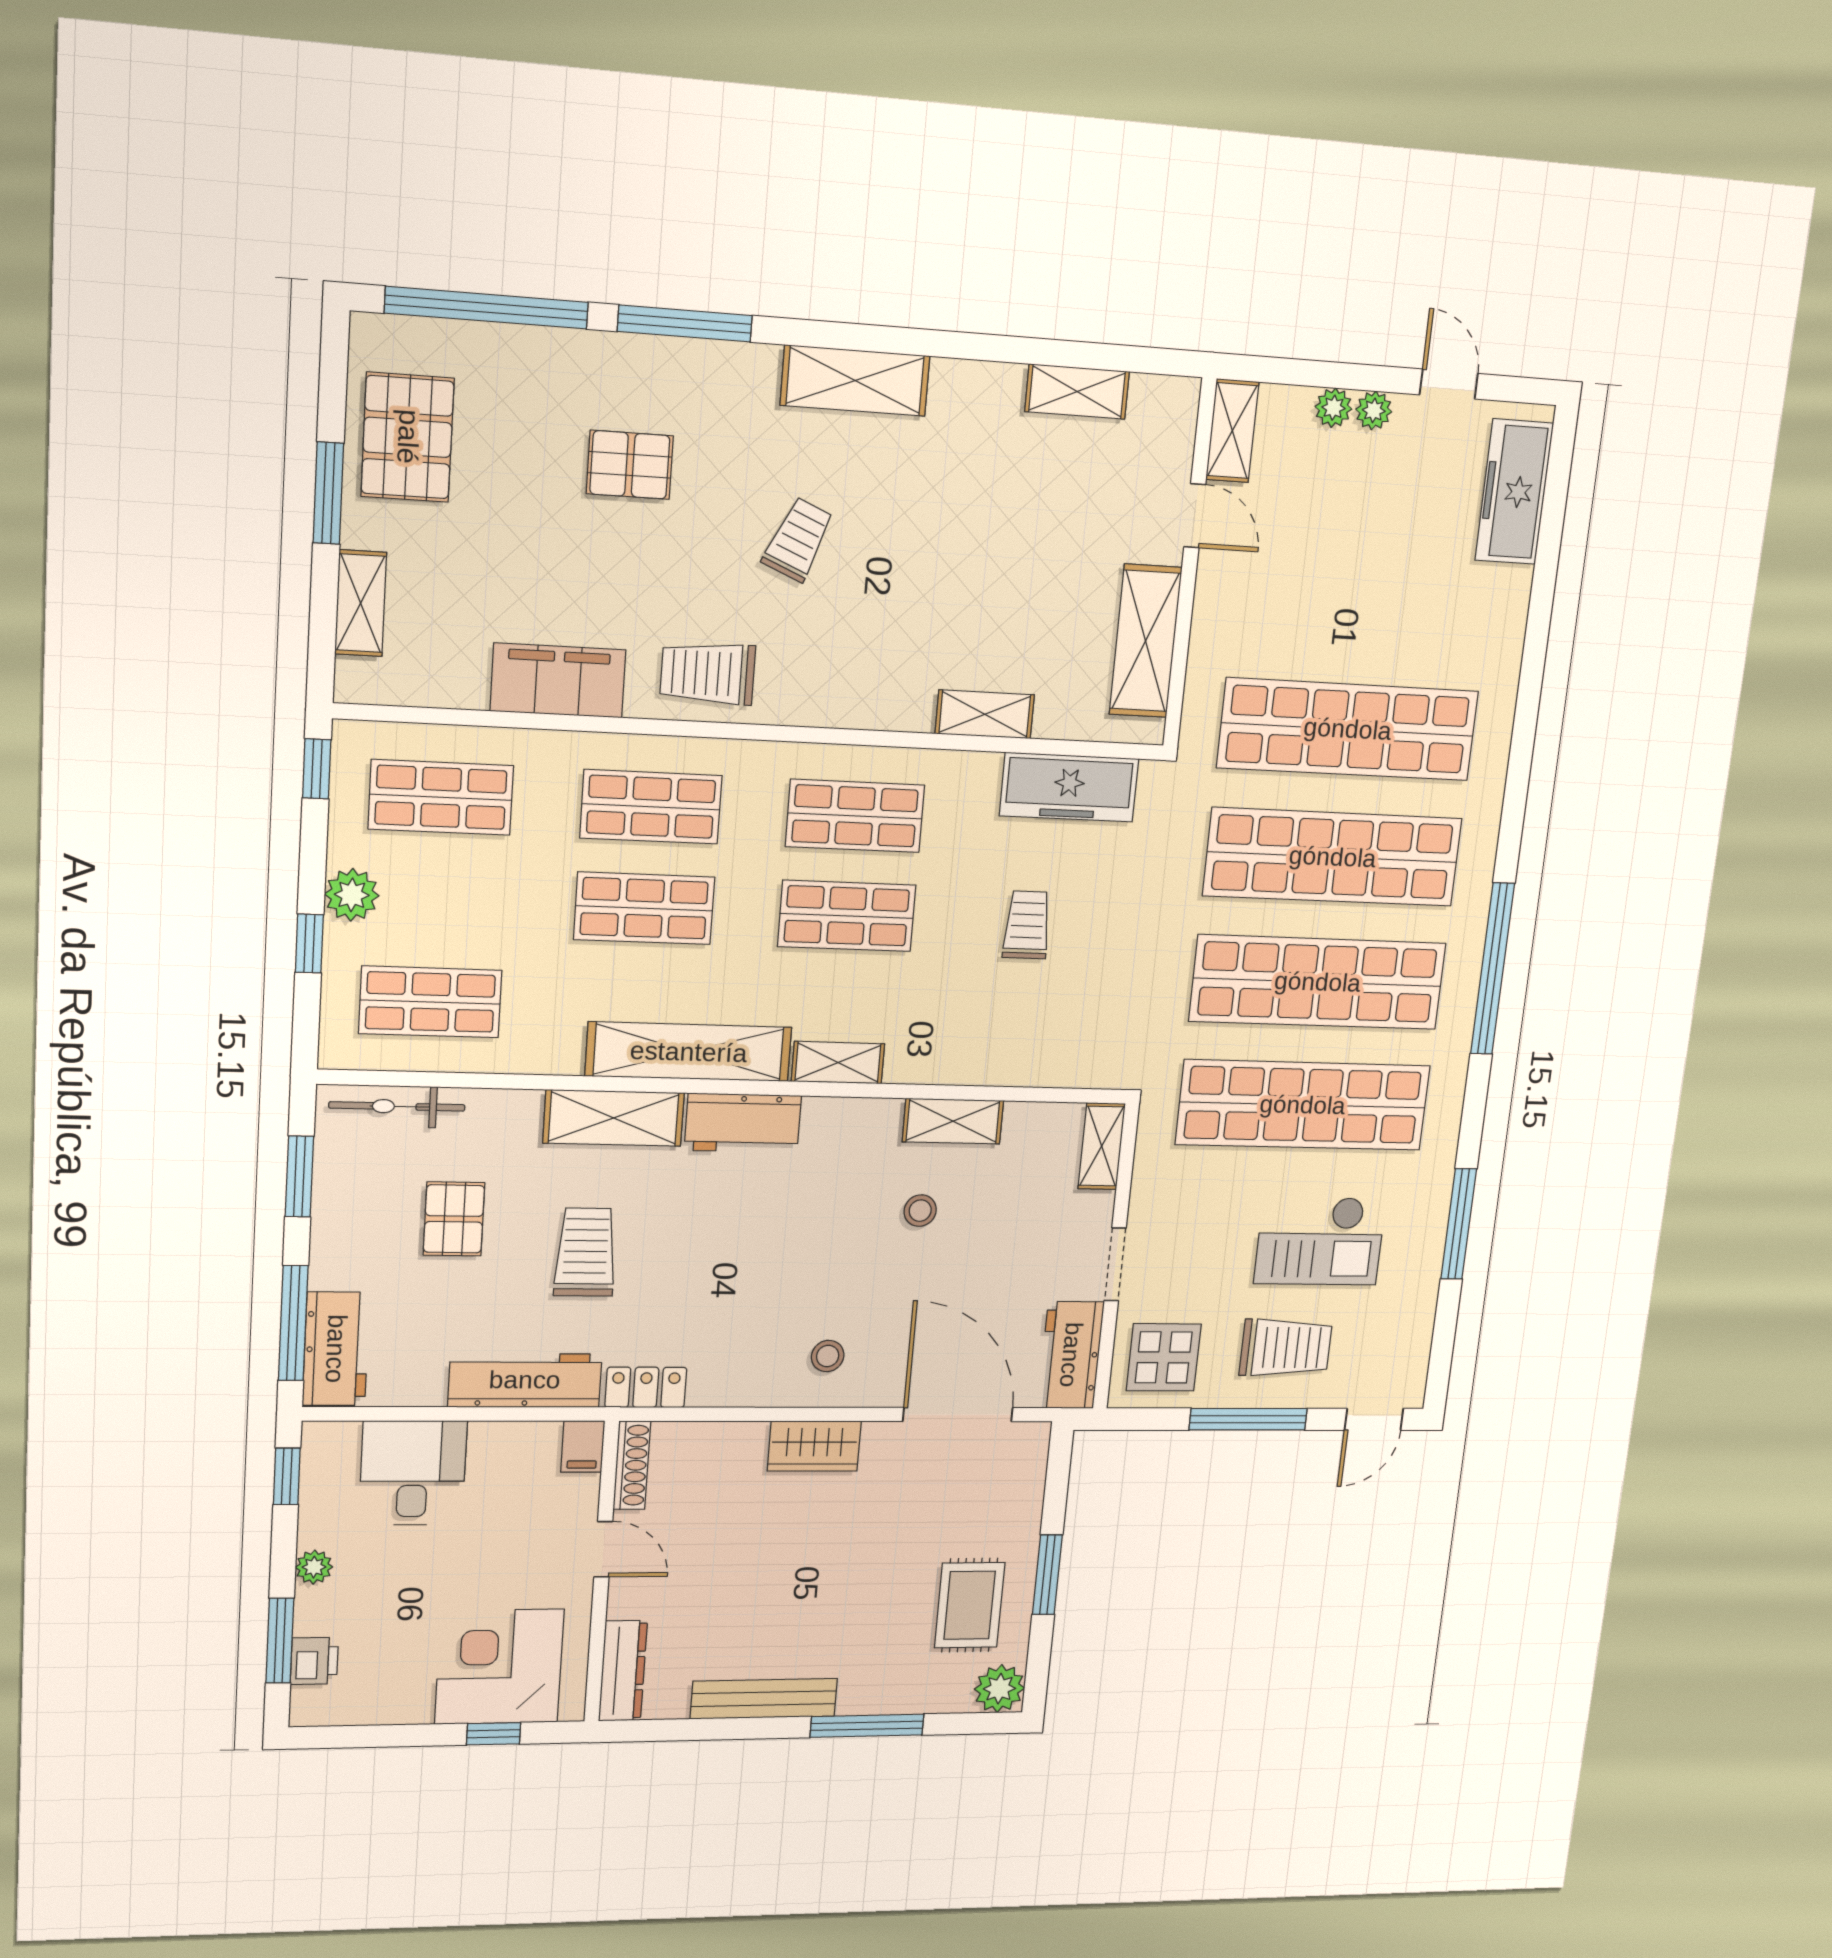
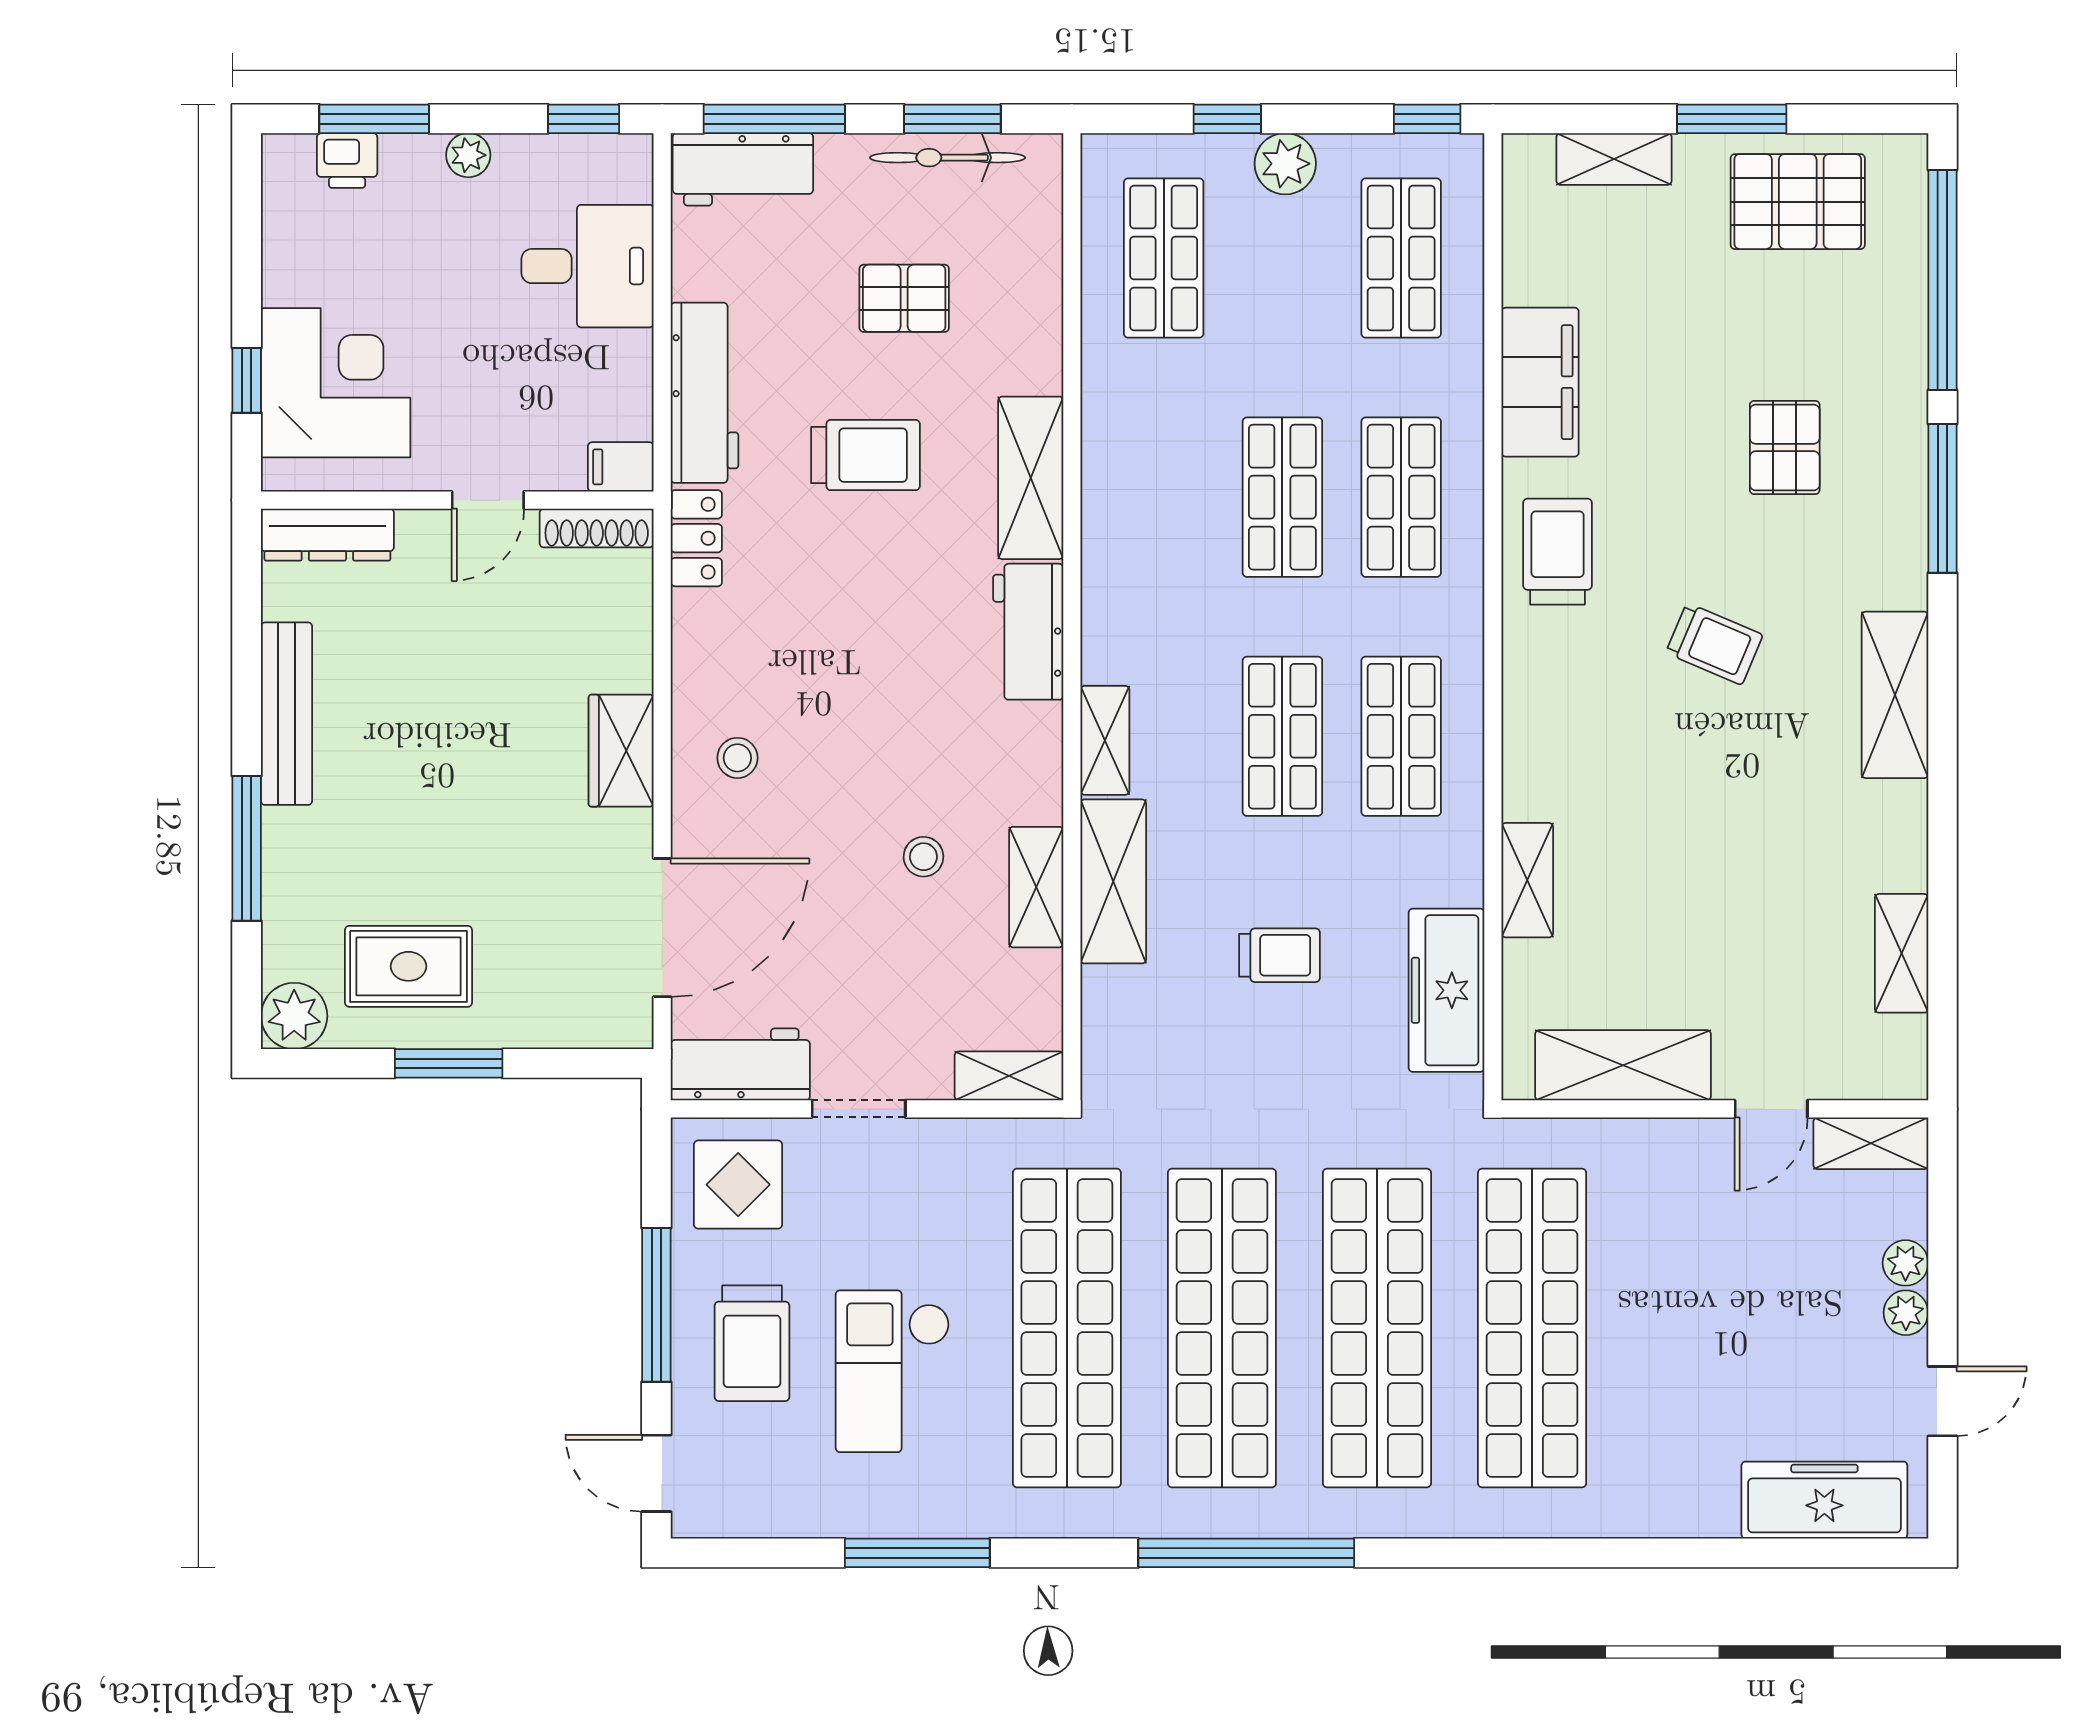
shelving: (689, 1052) -> (1113, 881), moved, width x0.68
bicycle: (397, 1106) -> (948, 158), moved, turned -90

